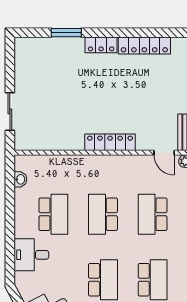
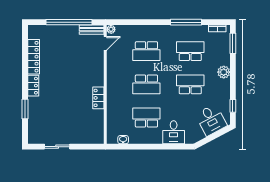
sliding door: (10, 111) -> (57, 147), moved
locker: (110, 142) -> (98, 98), moved, width x0.66

